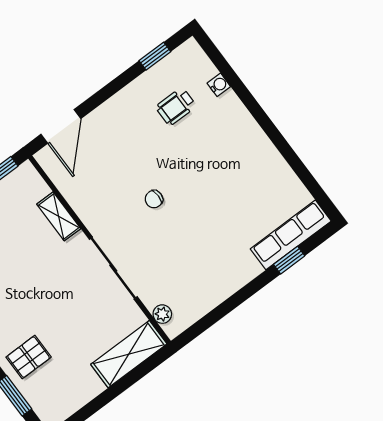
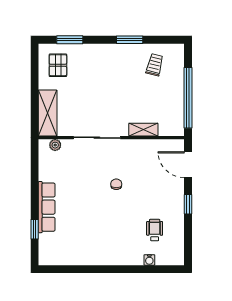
window: (155, 56) -> (188, 204), moved
row of seats: (291, 235) -> (47, 207), moved
pallet: (29, 357) -> (58, 65), moved

